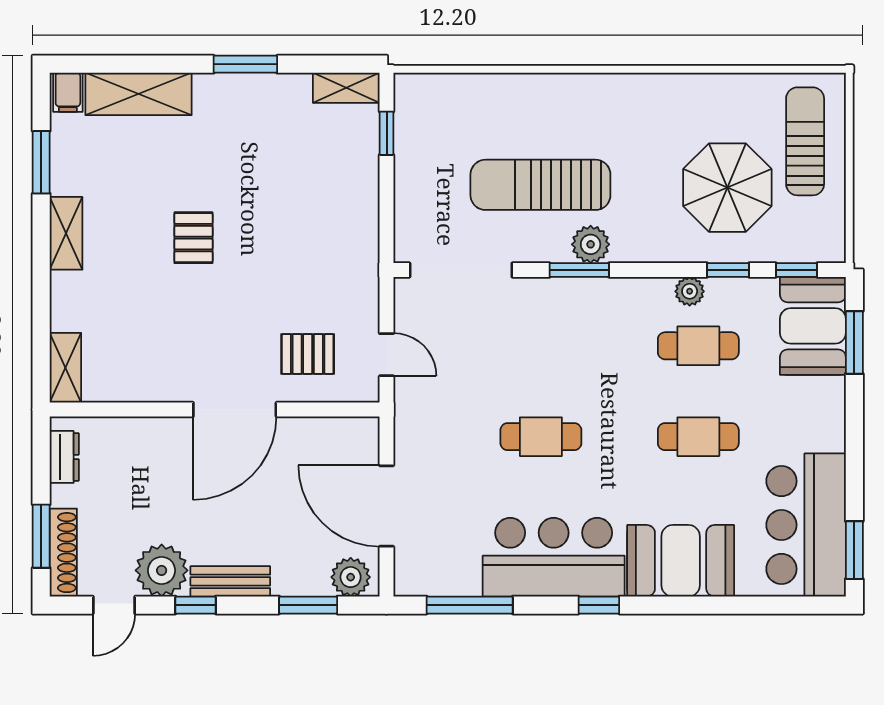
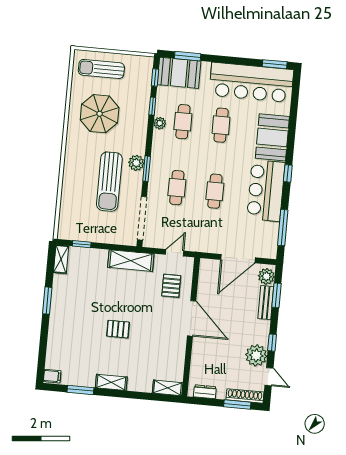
shelving: (139, 94) -> (131, 261), moved, turned 90
parasol: (727, 188) -> (100, 114), moved
cafe table: (541, 346) -> (177, 188), added
bar counter: (806, 525) -> (251, 82), width x1.36
bench: (230, 581) -> (266, 303), moved

